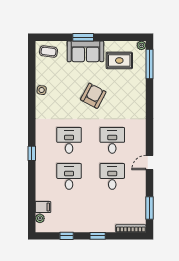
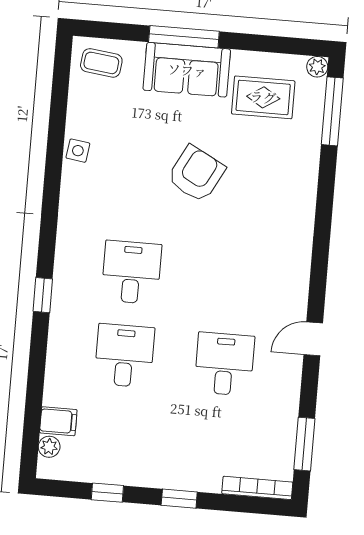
window: (83, 37) -> (184, 37), width x1.44
desk: (112, 140) -> (231, 281), removed

